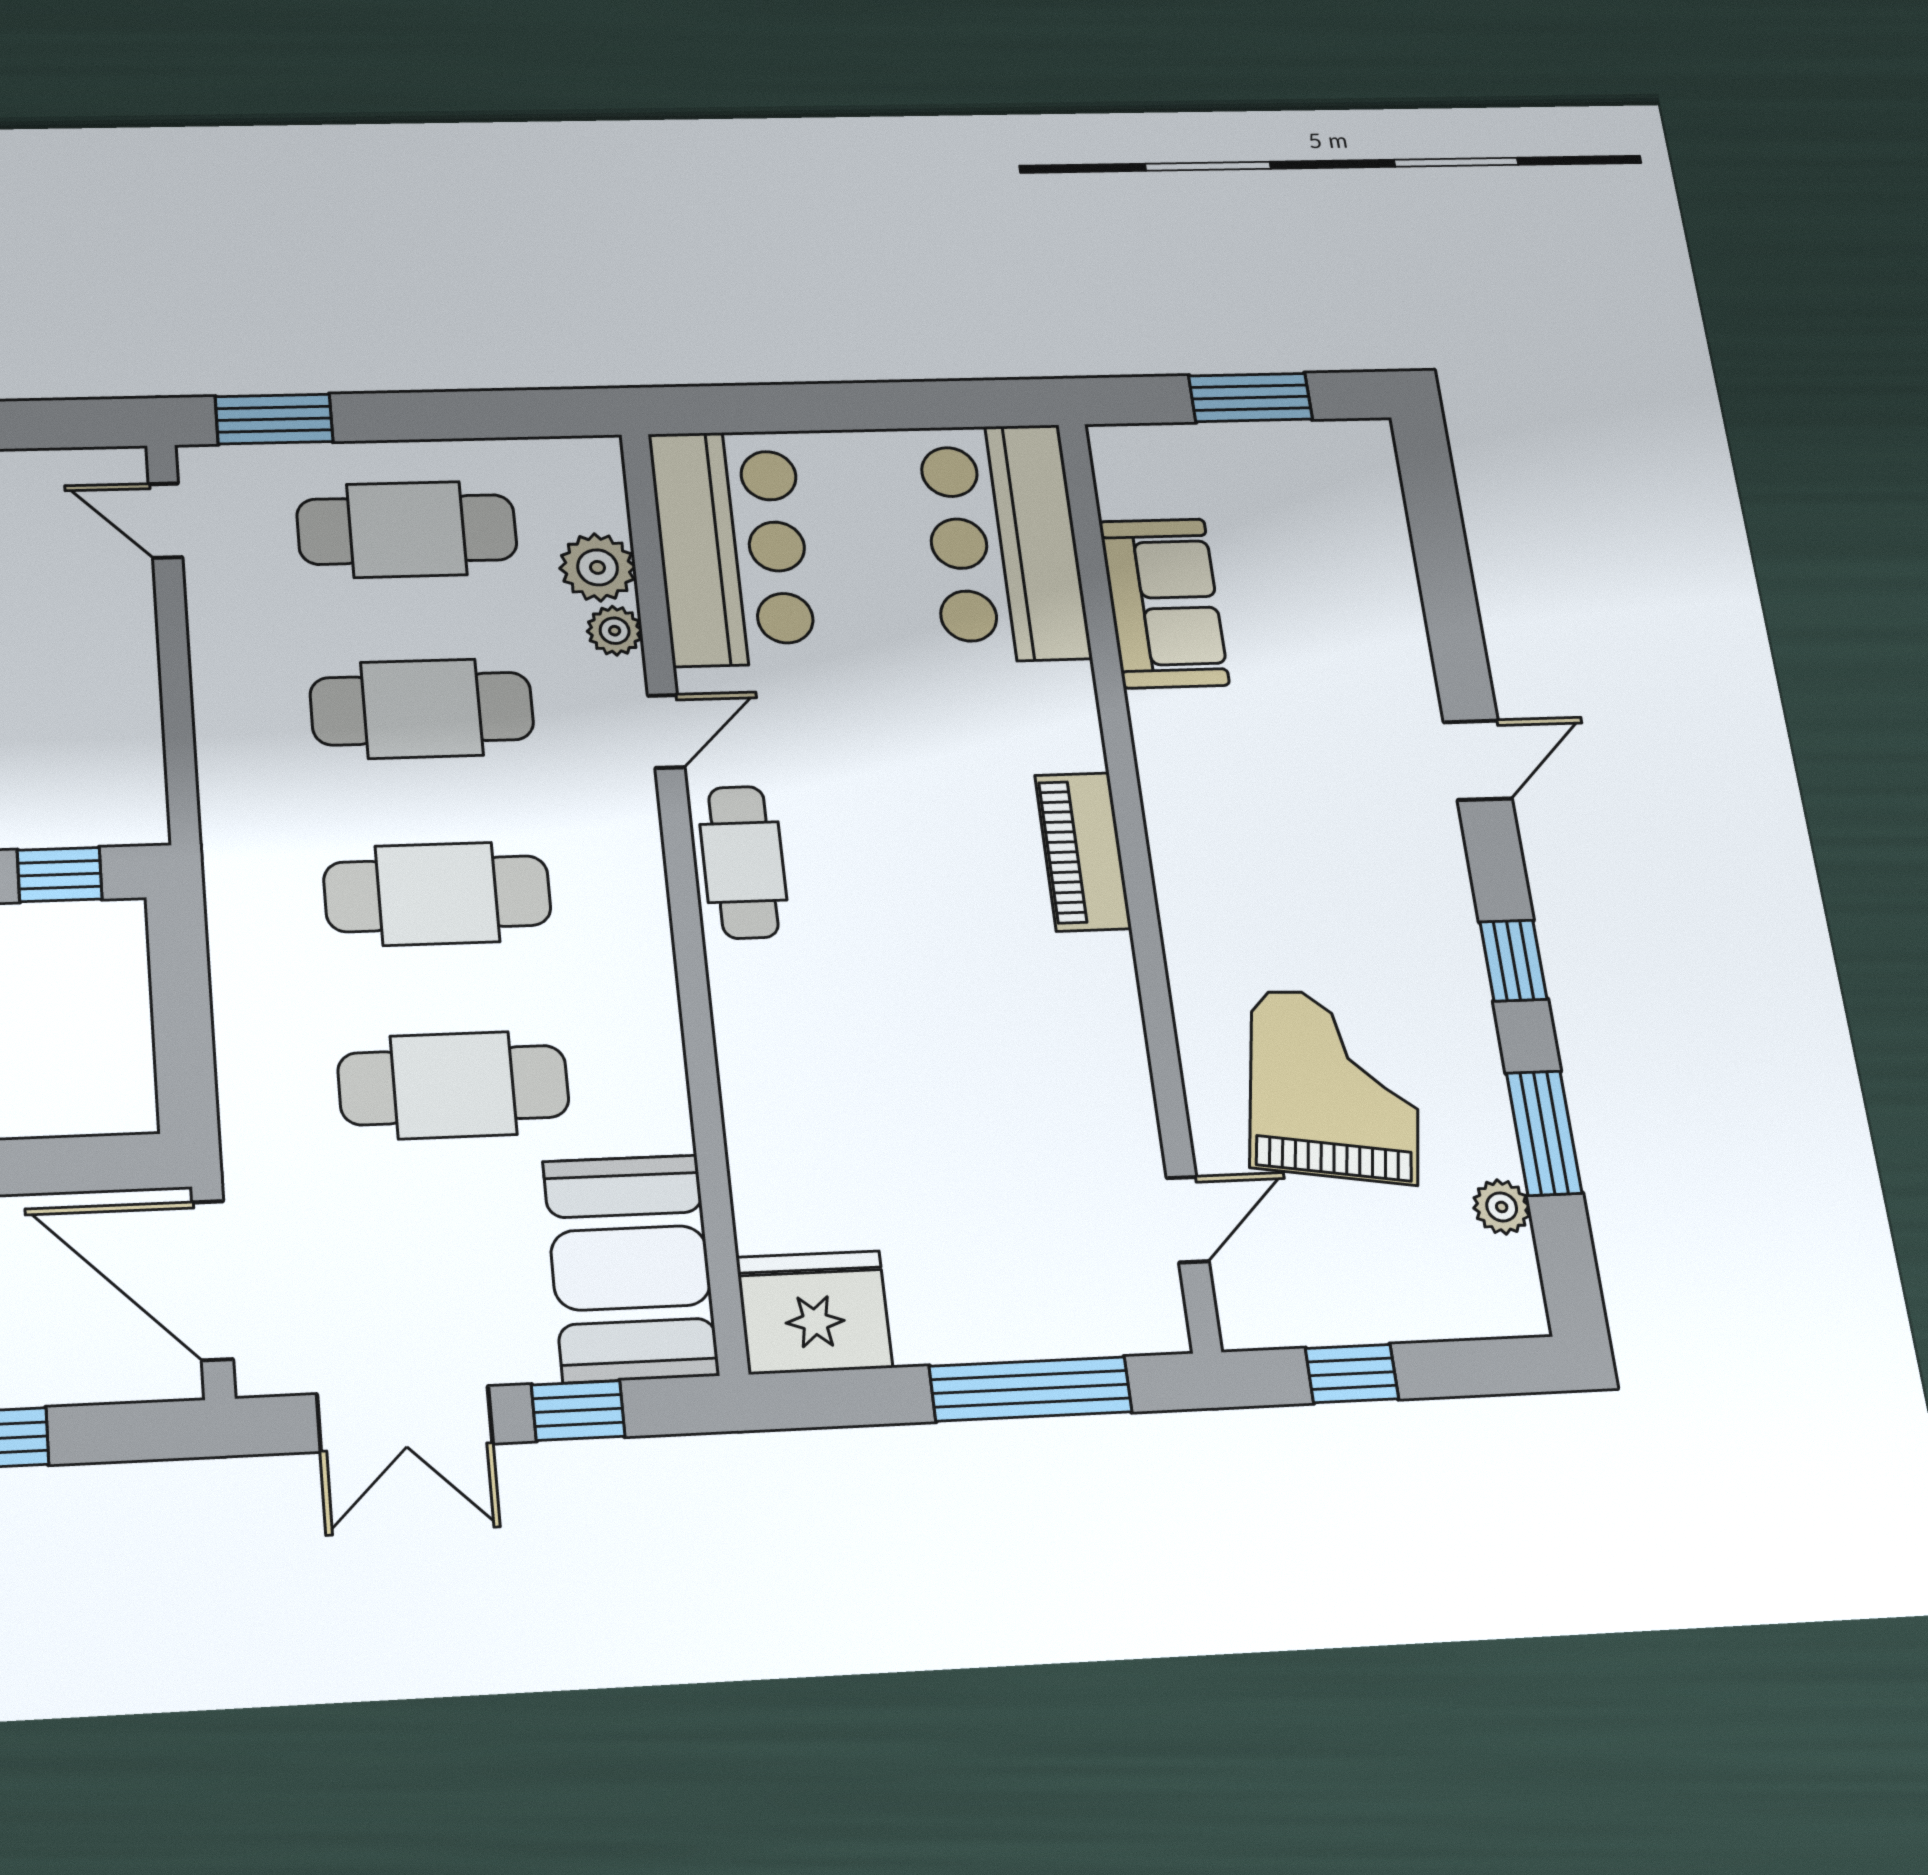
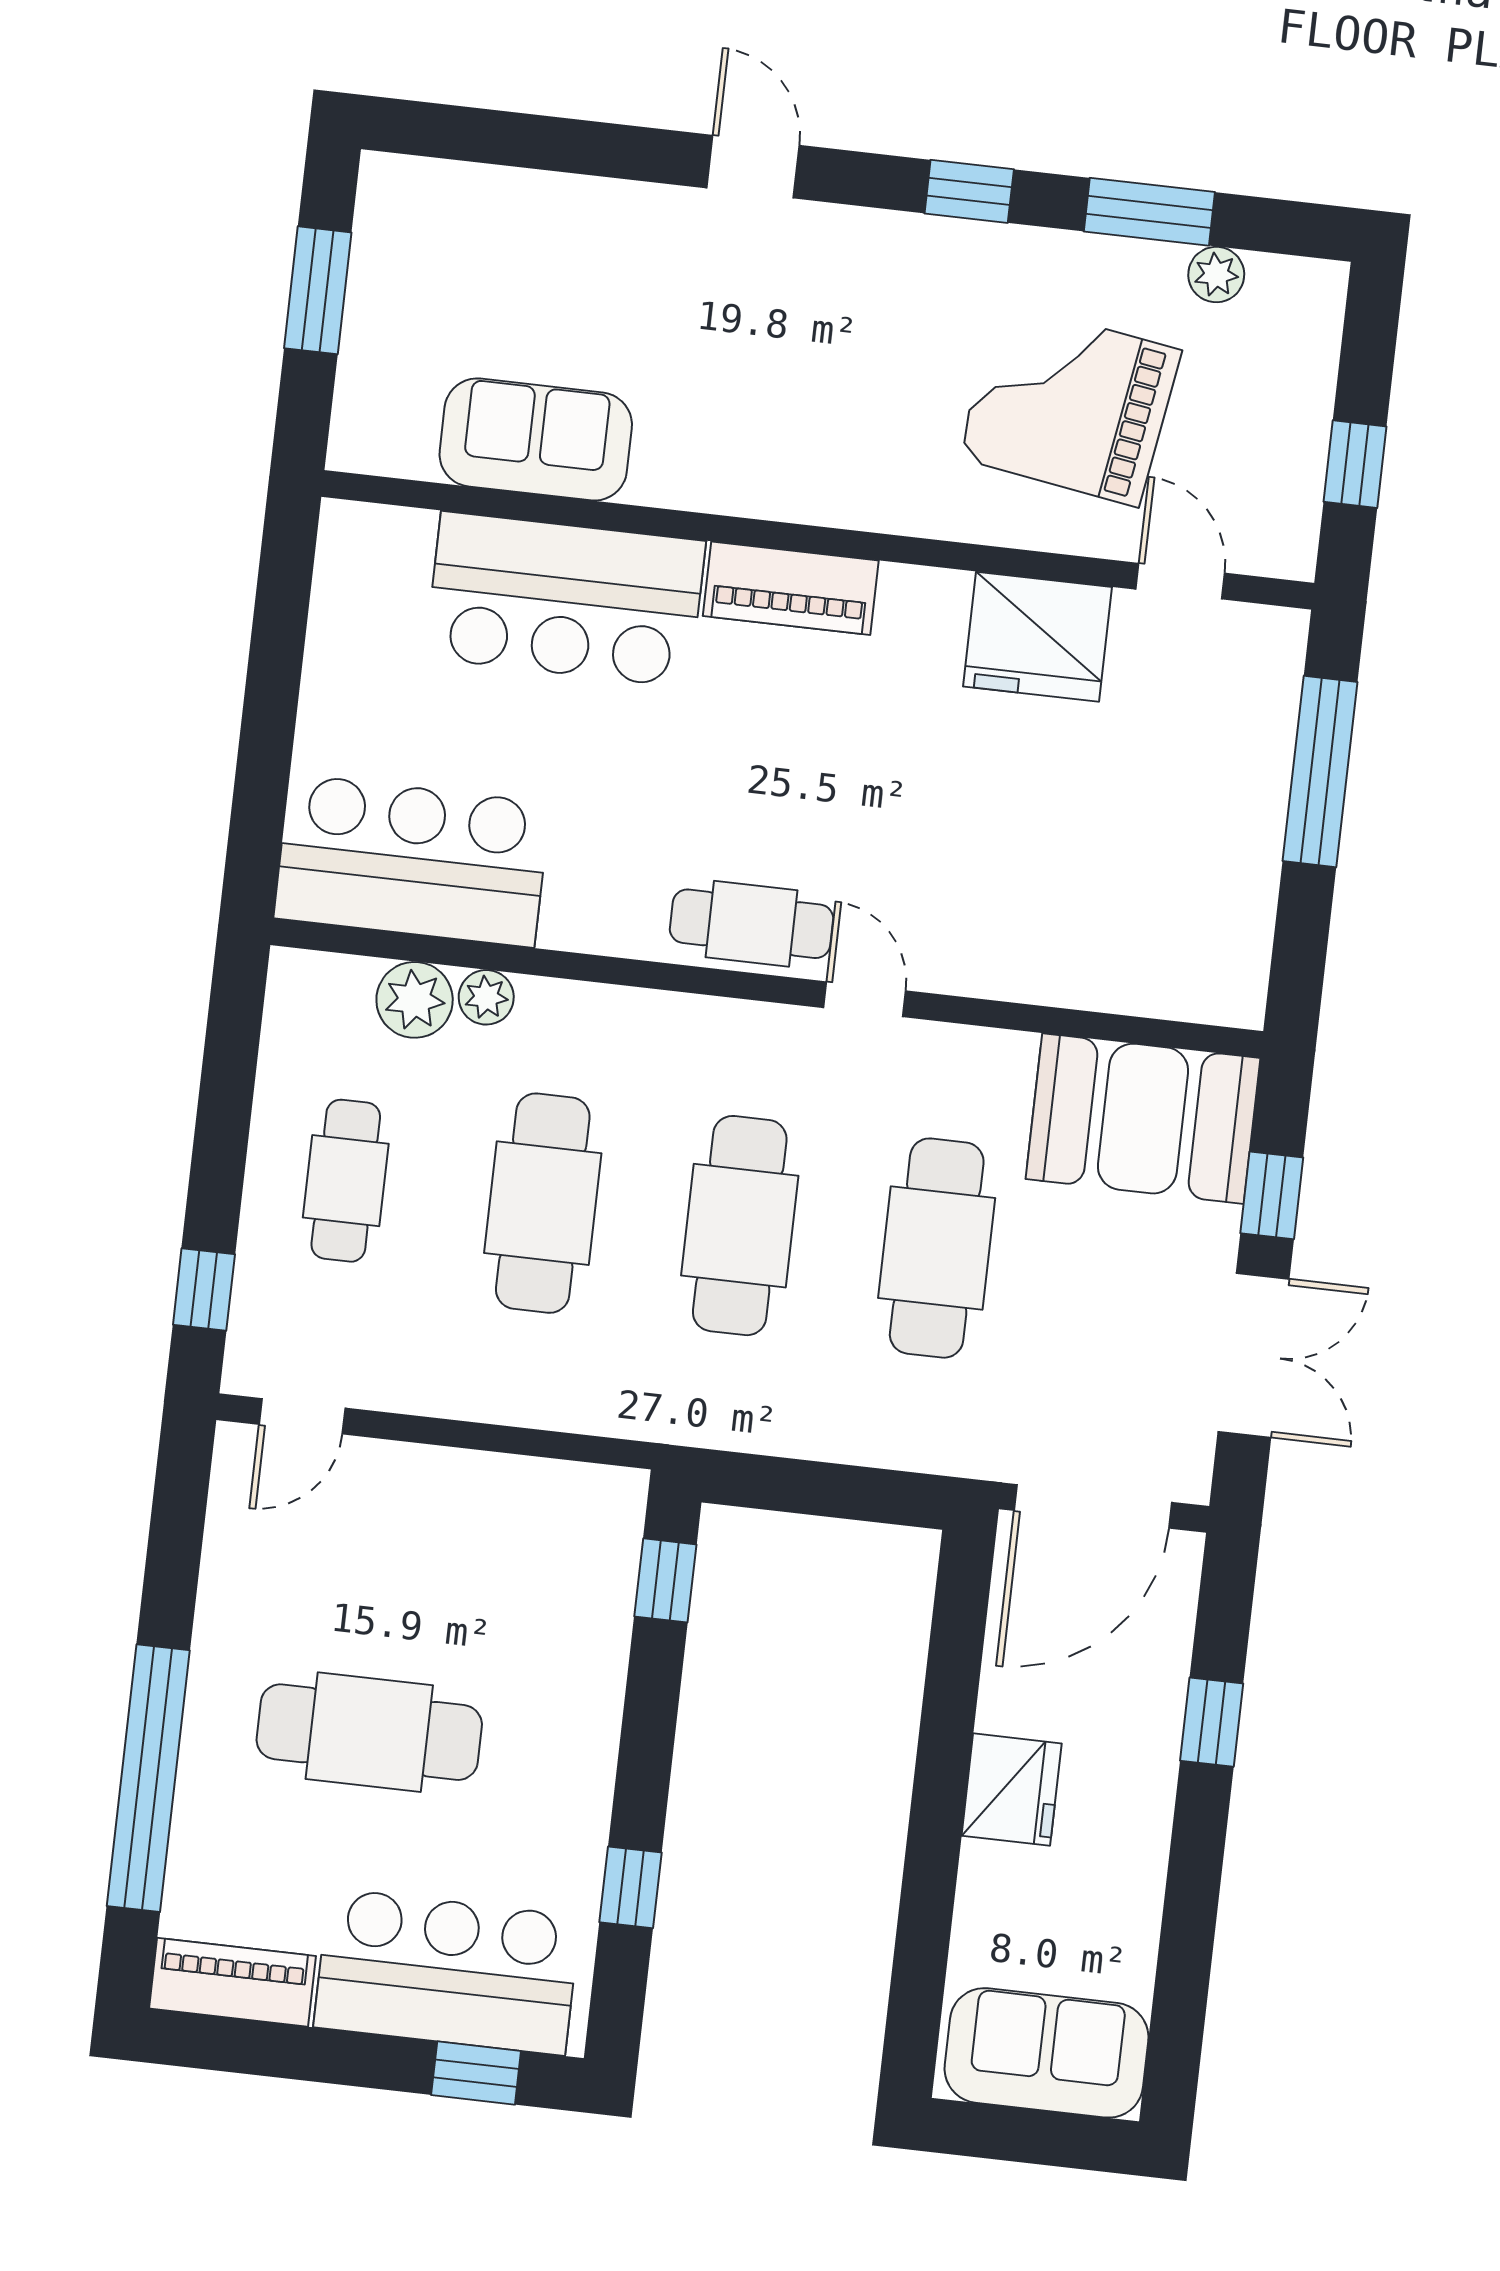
window: (274, 419) -> (204, 1290), width x0.67
cafe table: (407, 530) -> (346, 1181), width x0.73, depth x0.74
bar counter: (1004, 542) -> (565, 599), moved
door: (666, 731) -> (865, 999), moved
fridge: (814, 1312) -> (1037, 637), moved, turned -90

